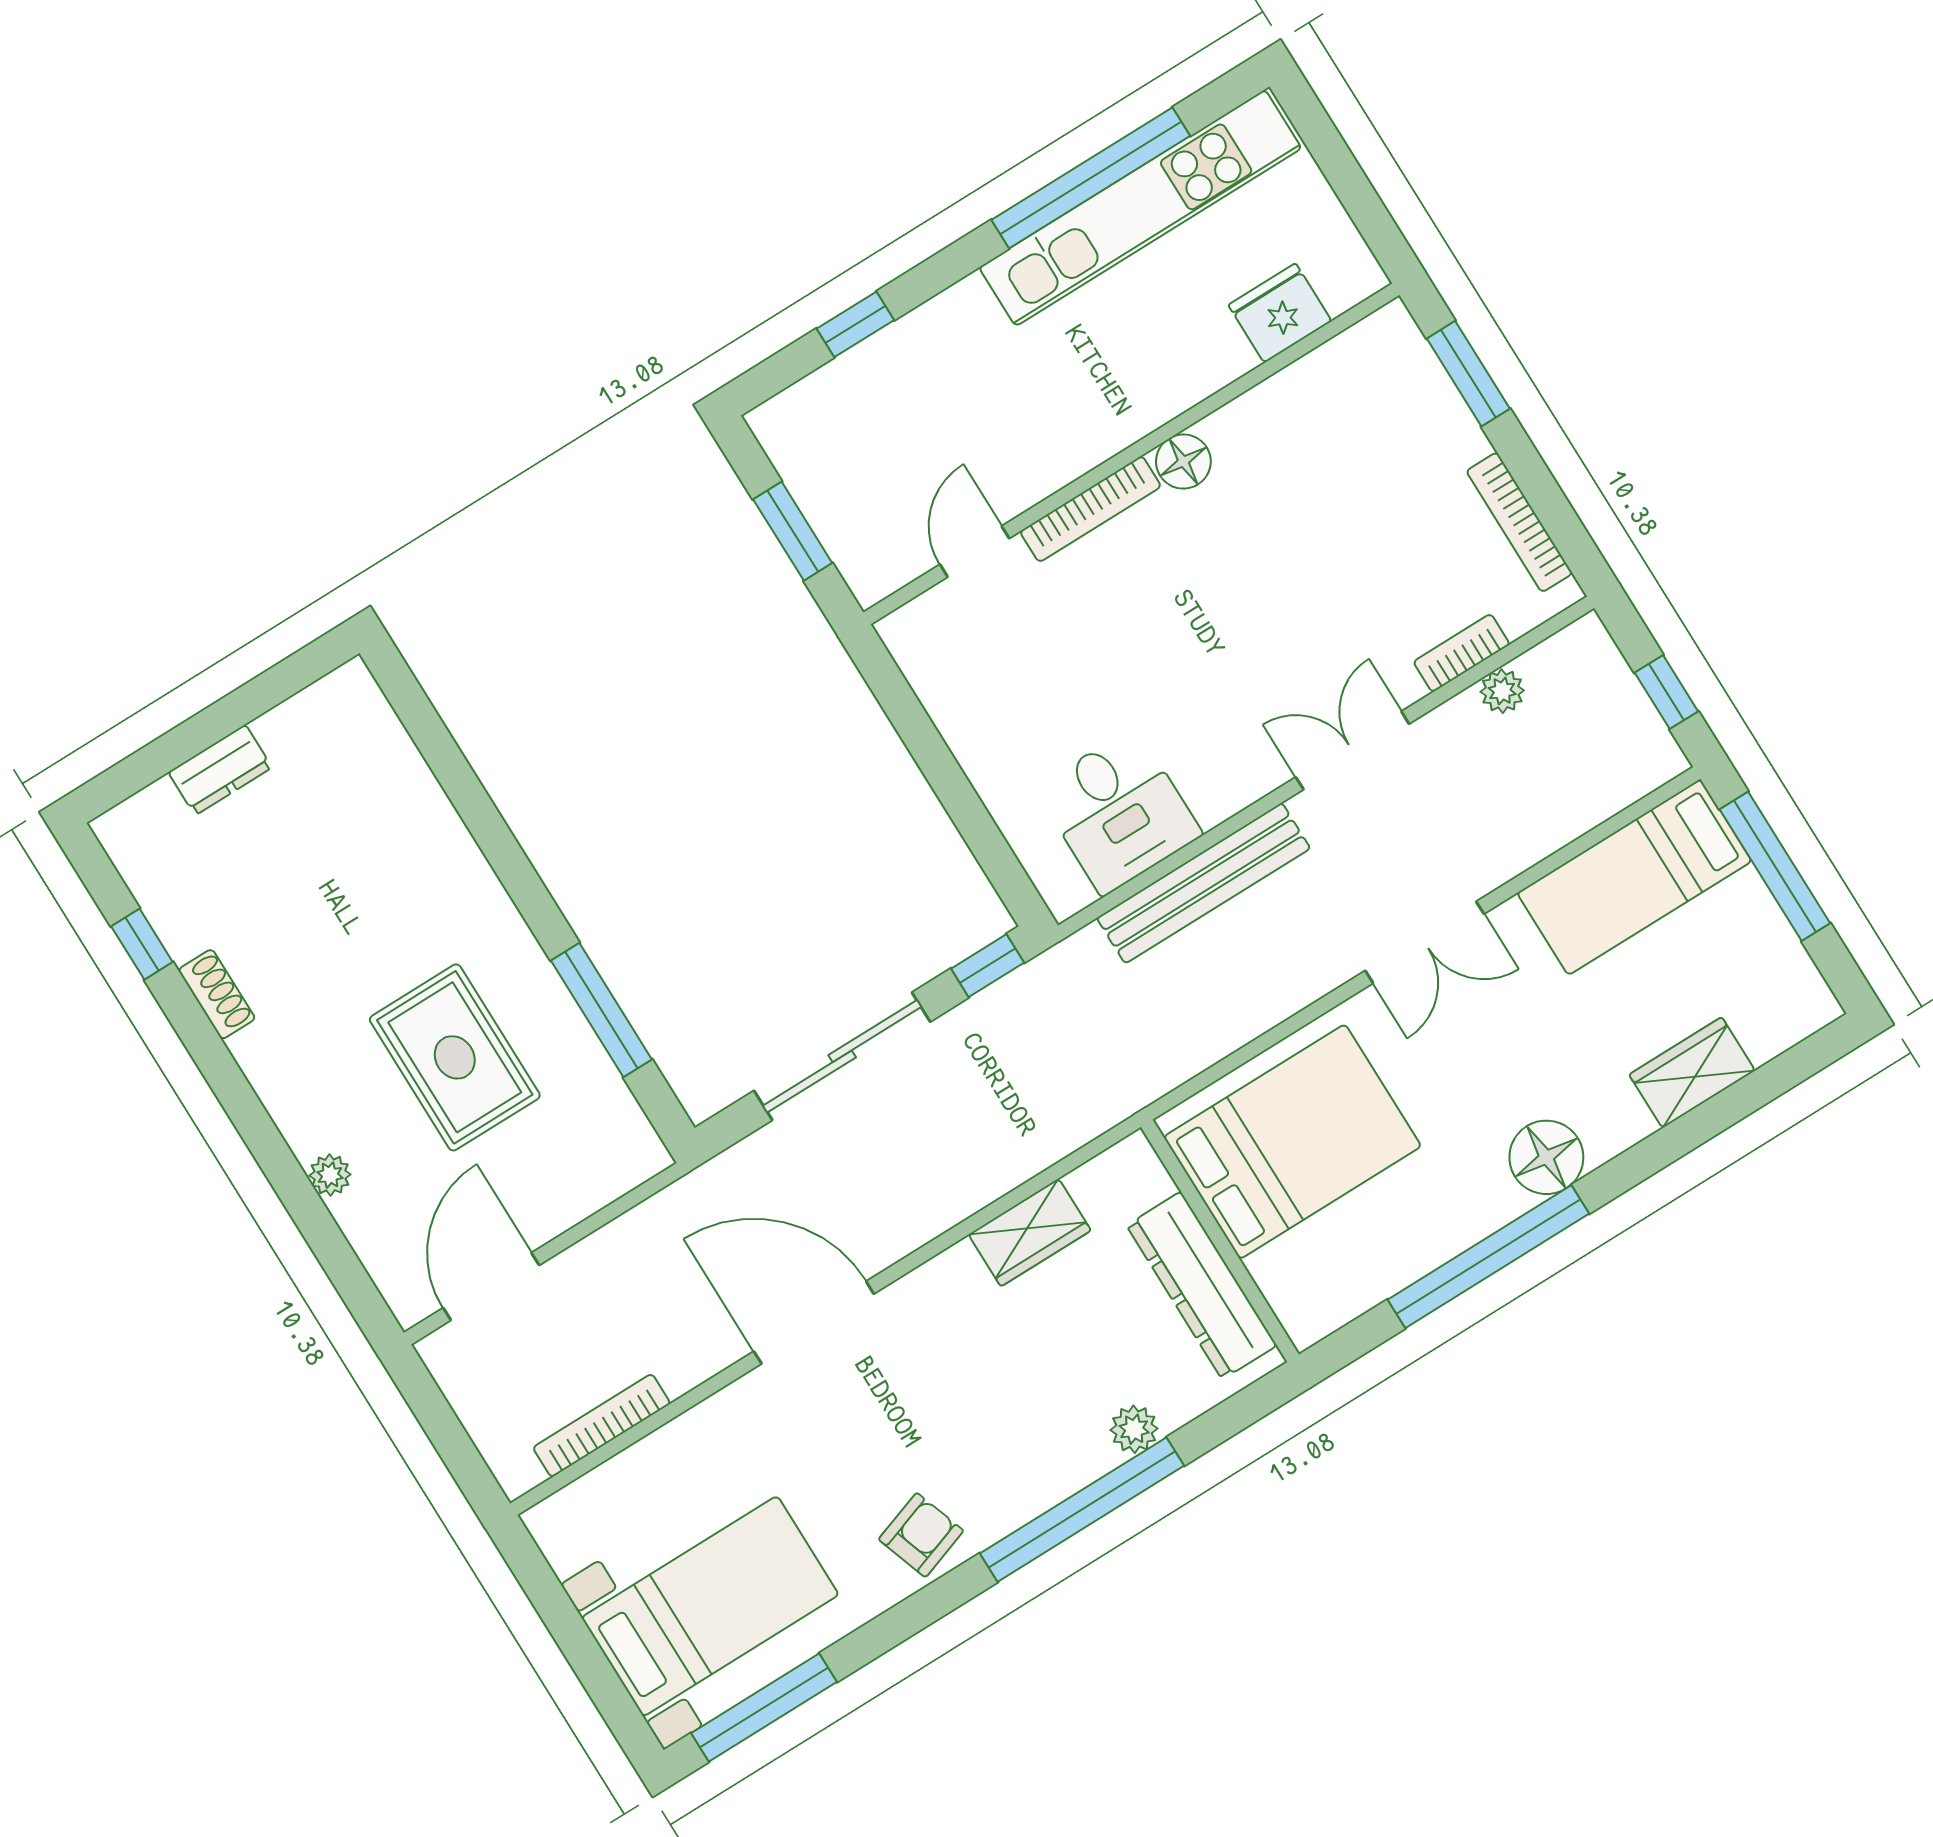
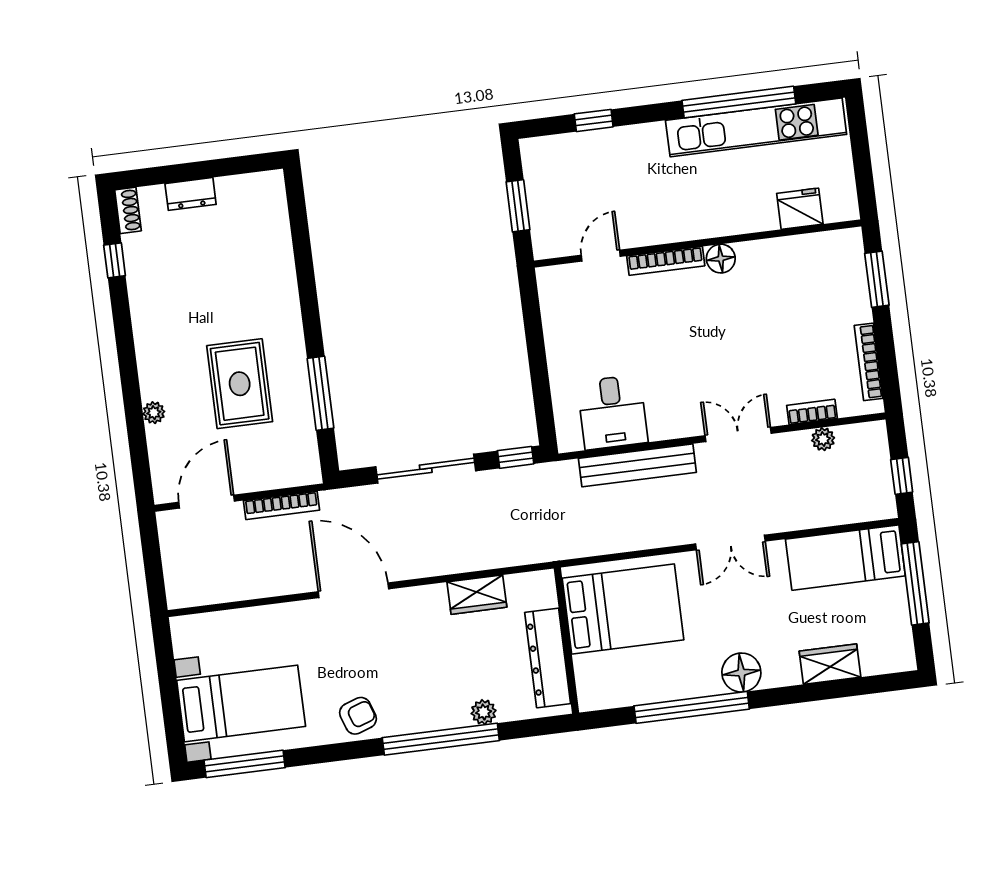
shoe rack: (217, 994) -> (128, 210), moved
bookcase: (602, 1425) -> (281, 505), moved, turned 180

